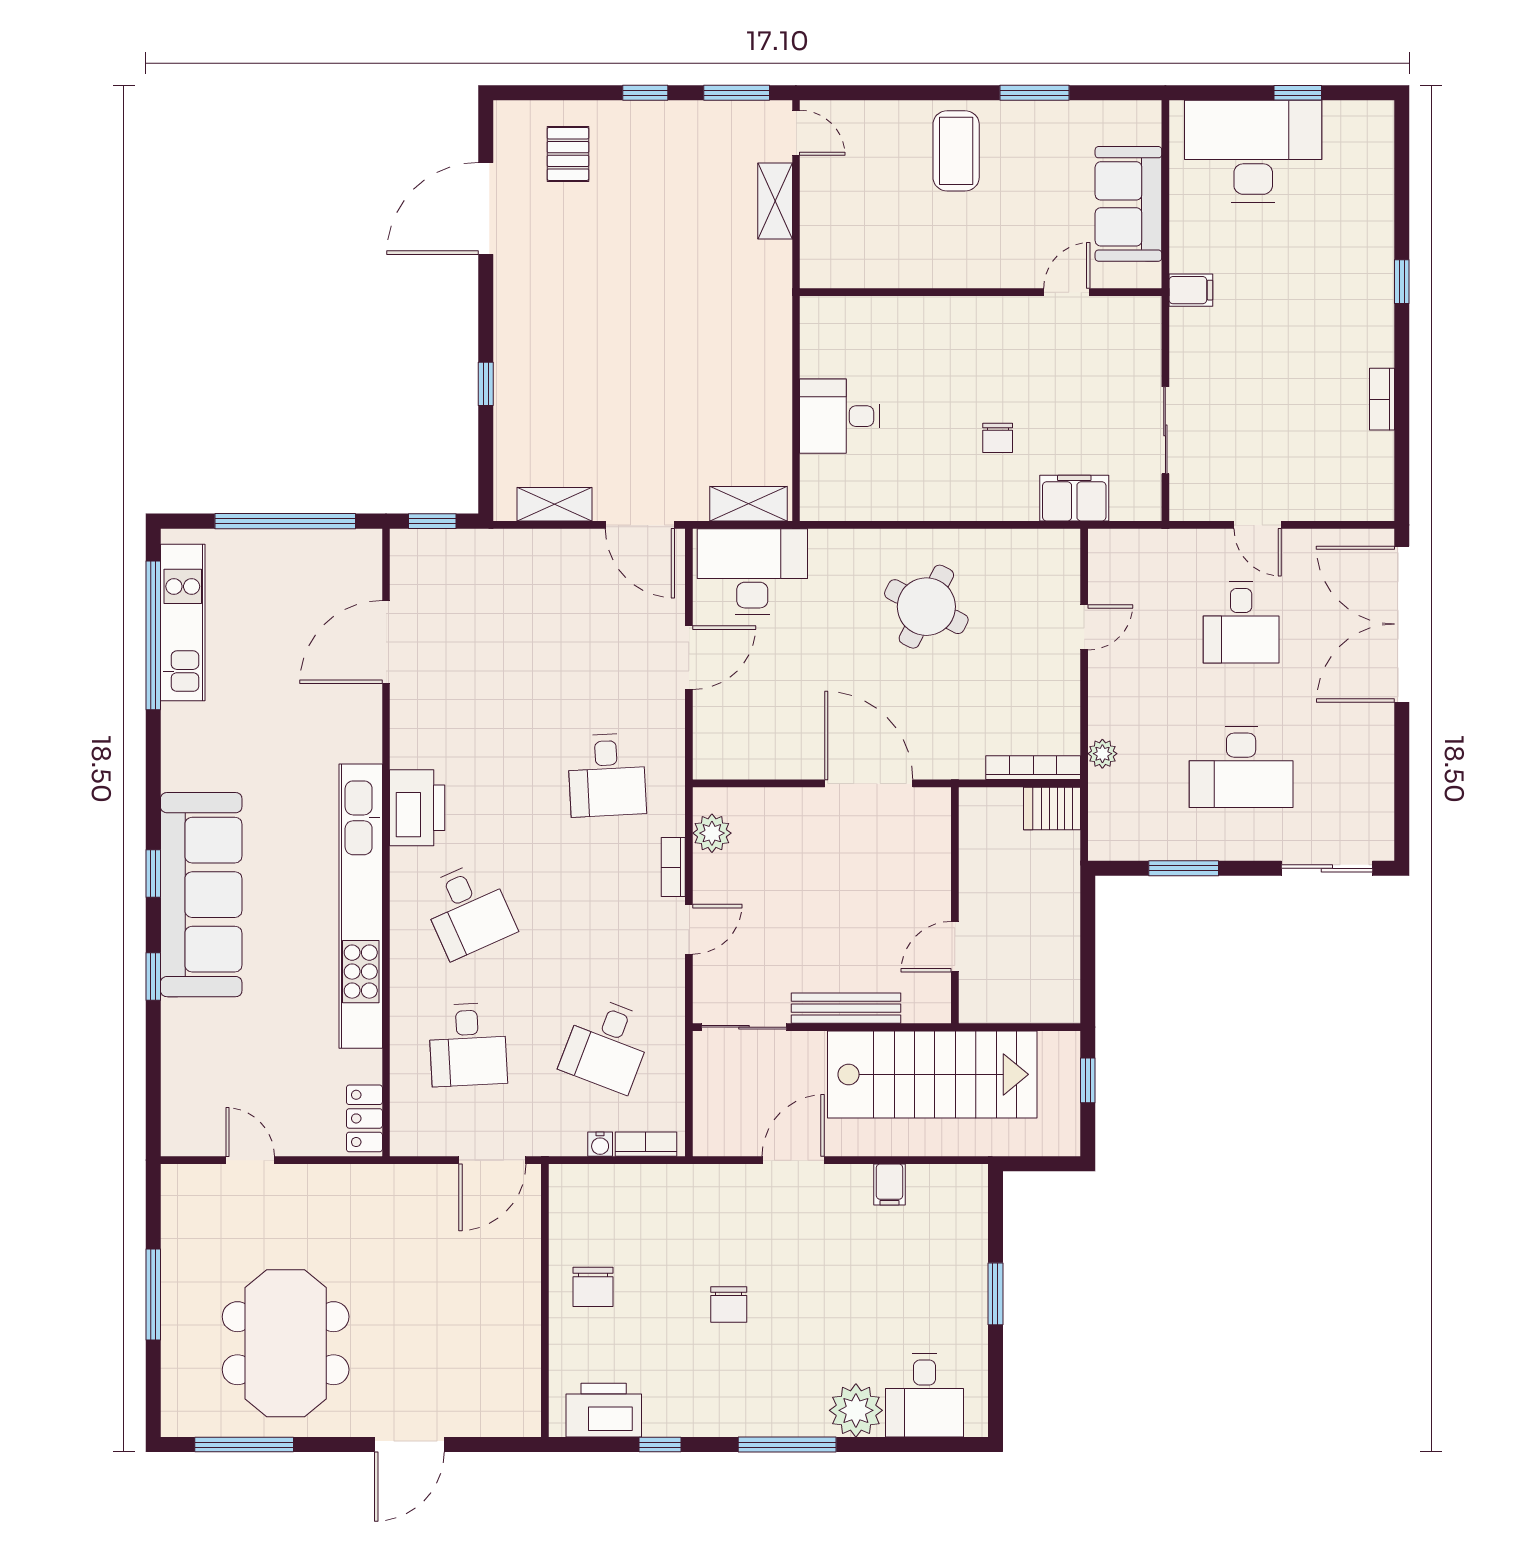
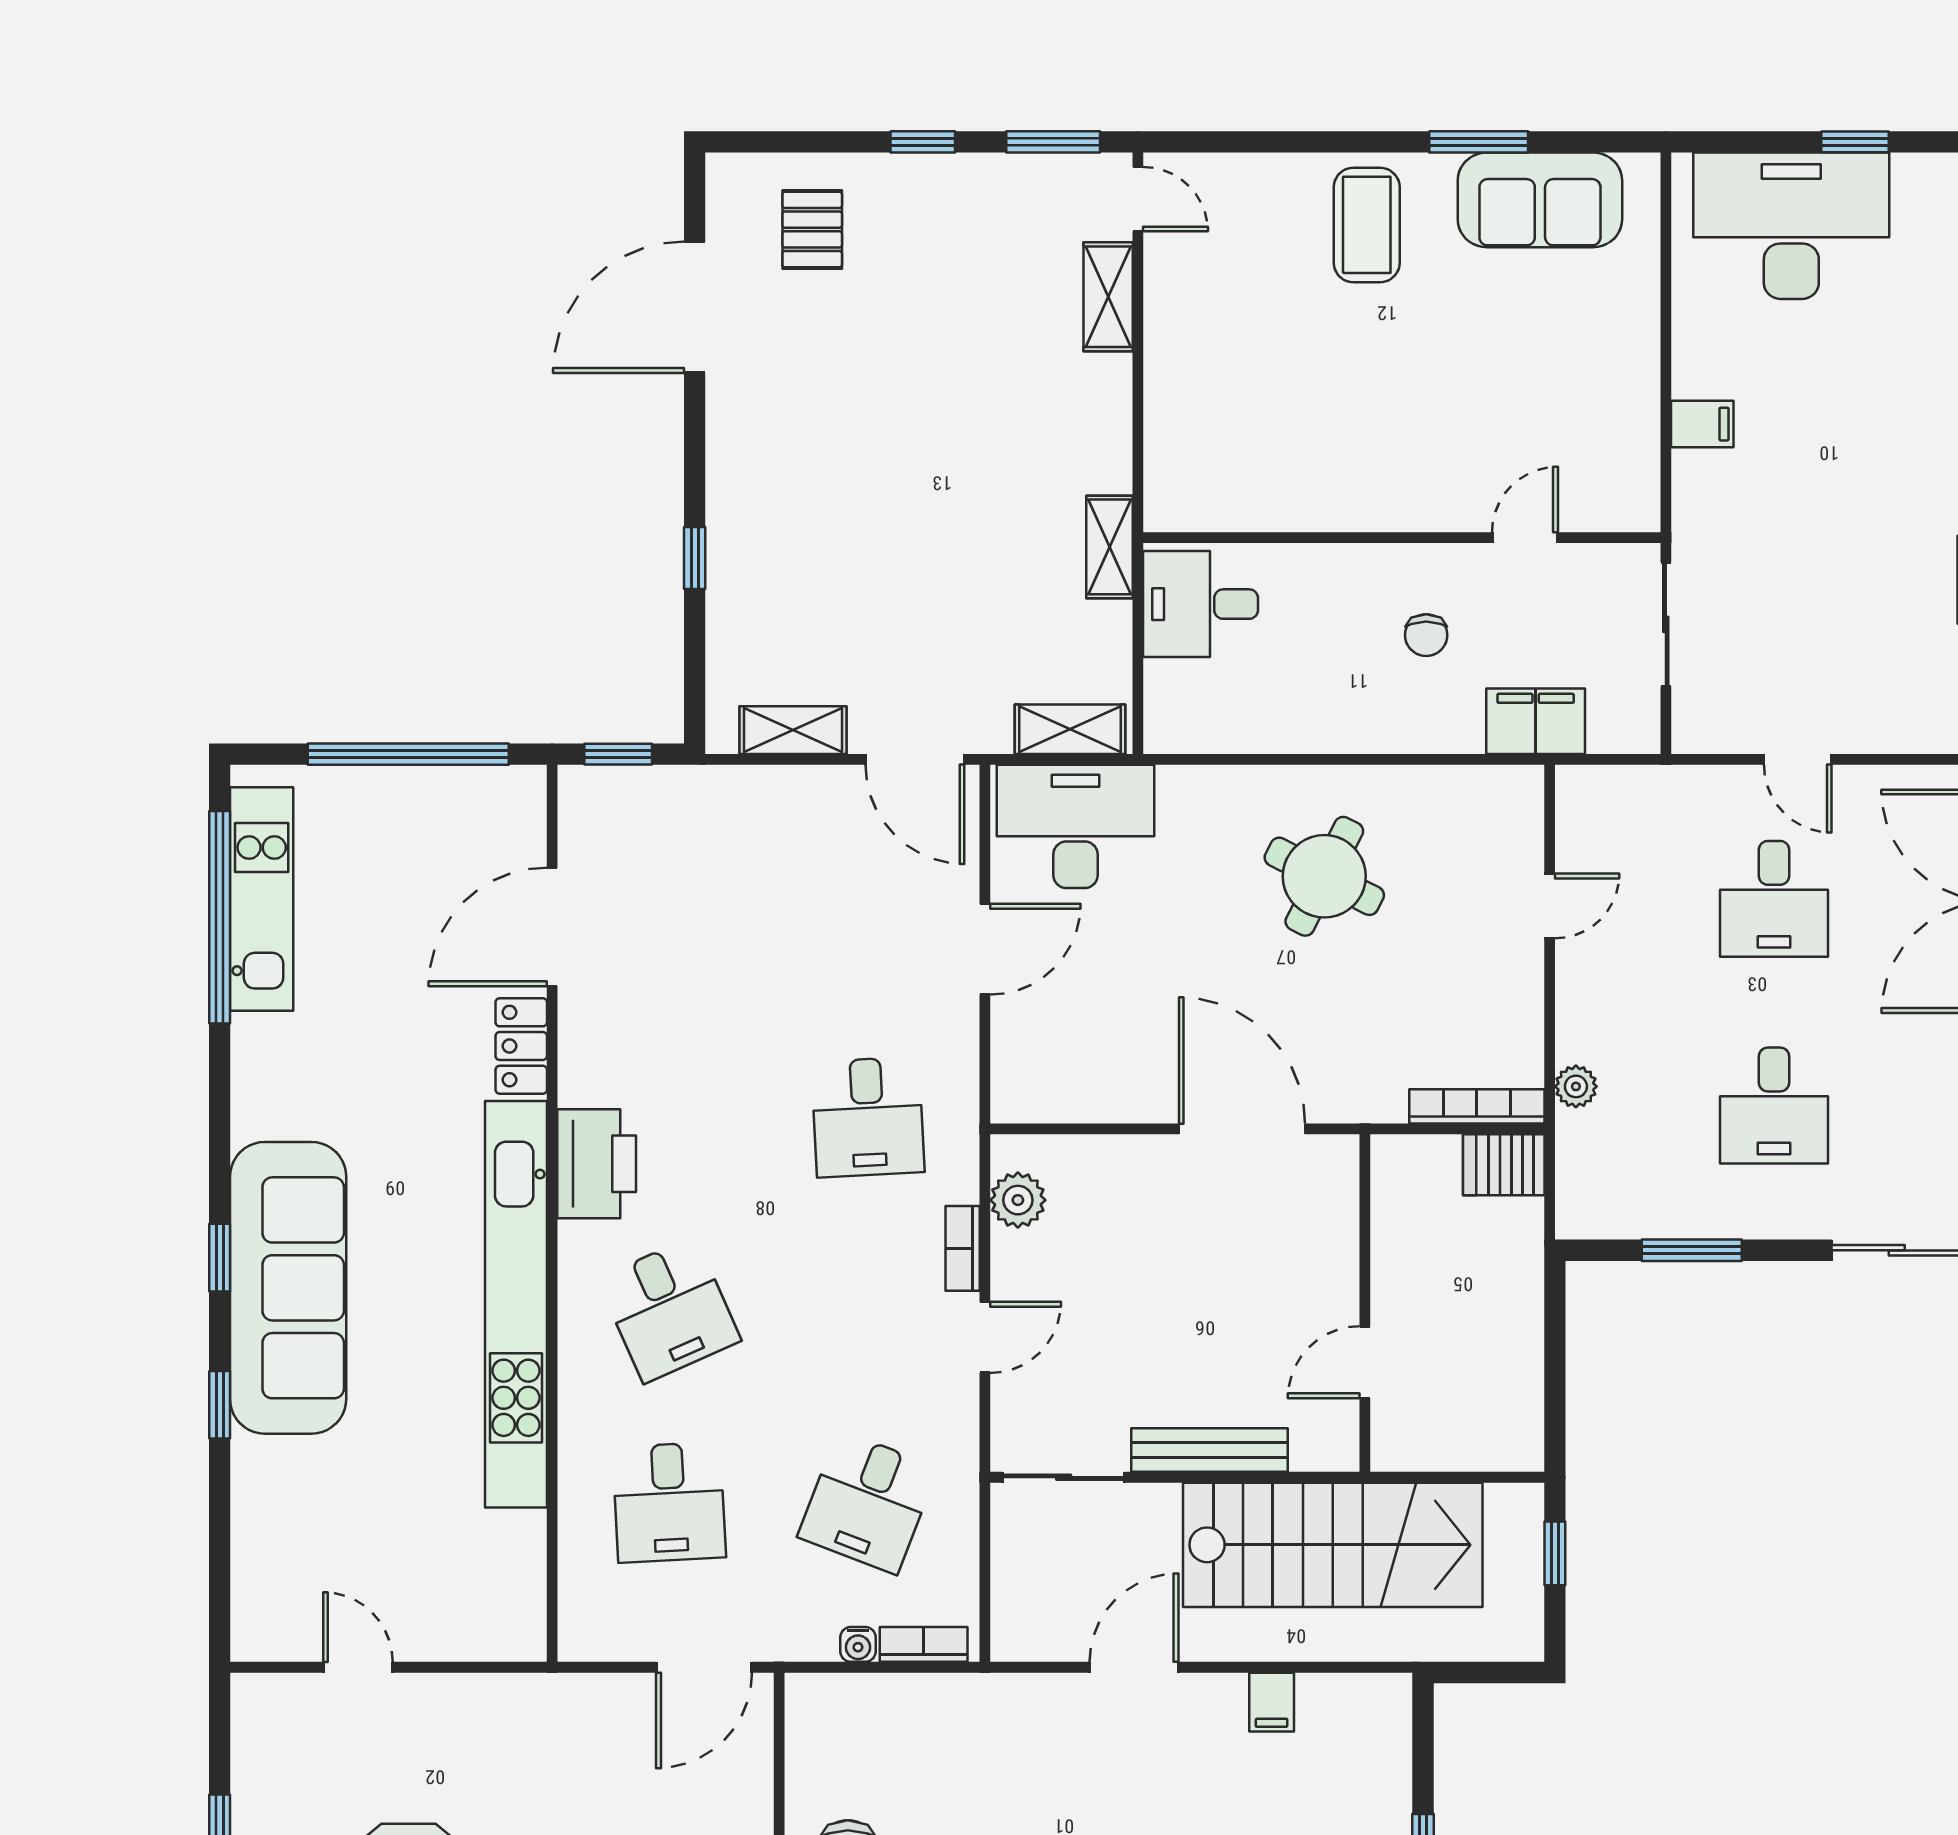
sofa: (1128, 204) -> (1540, 200), moved, turned -90
wall: (981, 292) -> (1402, 538), moved
door: (1067, 292) -> (1525, 538), moved
shelving: (776, 376) -> (1110, 547), added
desk: (1241, 767) -> (1774, 1106), width x0.73
locker: (364, 1118) -> (521, 1046), moved

